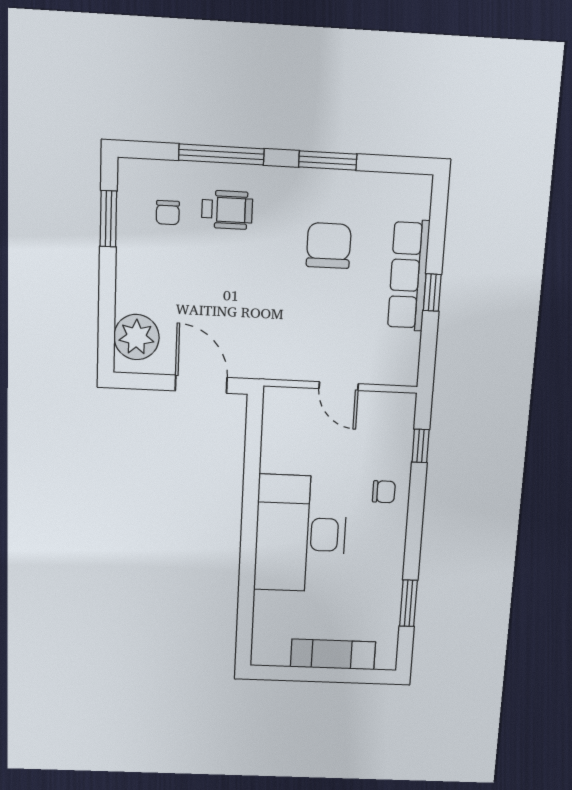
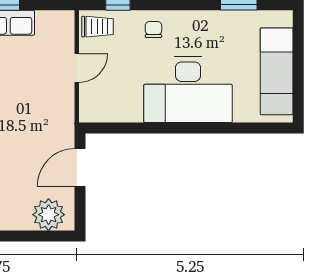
trolley: (393, 417) -> (98, 27), added
exam couch: (333, 654) -> (277, 71), width x1.36, depth x1.45

